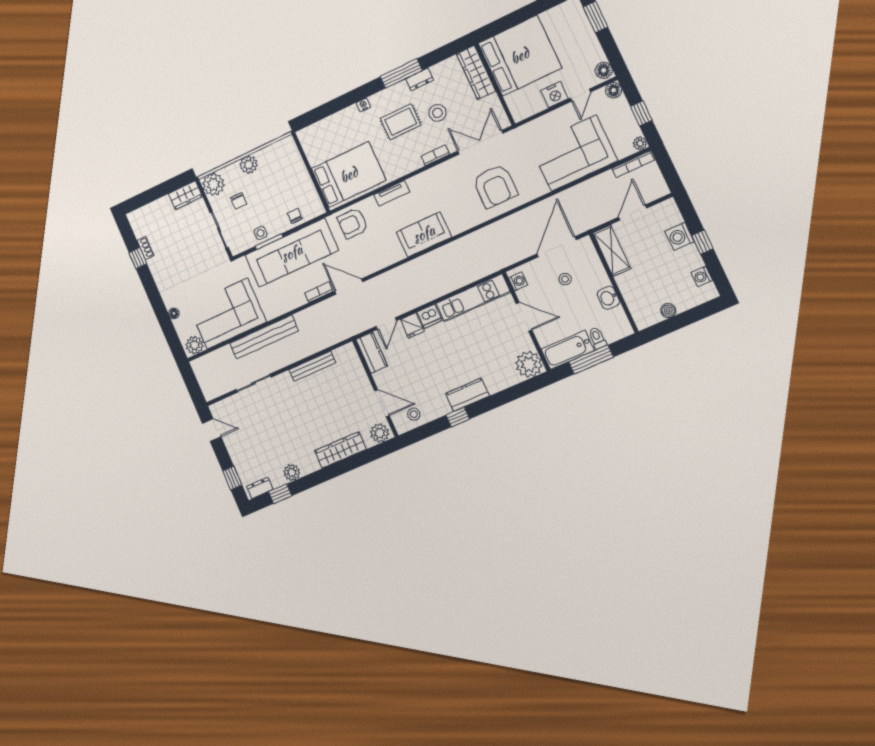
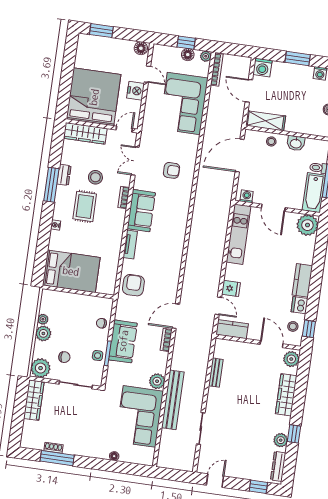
floor lamp: (614, 90) -> (188, 55), moved
door: (506, 109) -> (124, 129), added
double door: (480, 142) -> (135, 161), width x0.73
plant: (262, 155) -> (43, 319), added
bed: (349, 175) -> (71, 271), moved, turned 90
armchair: (495, 186) -> (172, 170), width x0.53, depth x0.53
wardrobe: (185, 195) -> (34, 400), width x1.50
armchair: (353, 223) -> (133, 285), turned 180
sofa: (424, 234) -> (141, 211), moved, turned 180
washing machine: (680, 236) -> (262, 68), moved
window: (702, 242) -> (298, 58), width x1.50
door: (557, 247) -> (240, 156), hinge flipped
sofa: (292, 253) -> (123, 341), width x0.54, depth x0.79
window: (138, 258) -> (57, 458), width x2.17
stool: (565, 279) -> (271, 141), moved
dishwasher: (429, 316) -> (299, 305), moved, turned 180
door: (524, 317) -> (273, 208), swing flipped
plant: (195, 345) -> (157, 381), moved
bench: (312, 366) -> (216, 373), width x0.73
door: (382, 403) -> (272, 344), hinge flipped
window: (458, 417) -> (309, 329), moved
dresser: (260, 488) -> (278, 466), width x1.44
window: (280, 494) -> (294, 434), moved

